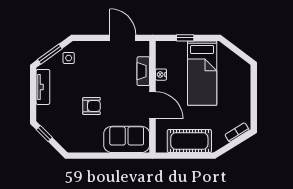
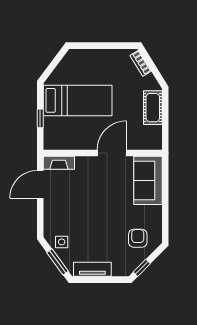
fireplace: (143, 71) -> (59, 163), moved
nightstand: (161, 75) -> (79, 144), removed
armchair: (92, 106) -> (138, 238), moved
cot: (189, 141) -> (153, 108), width x0.73, depth x0.75

